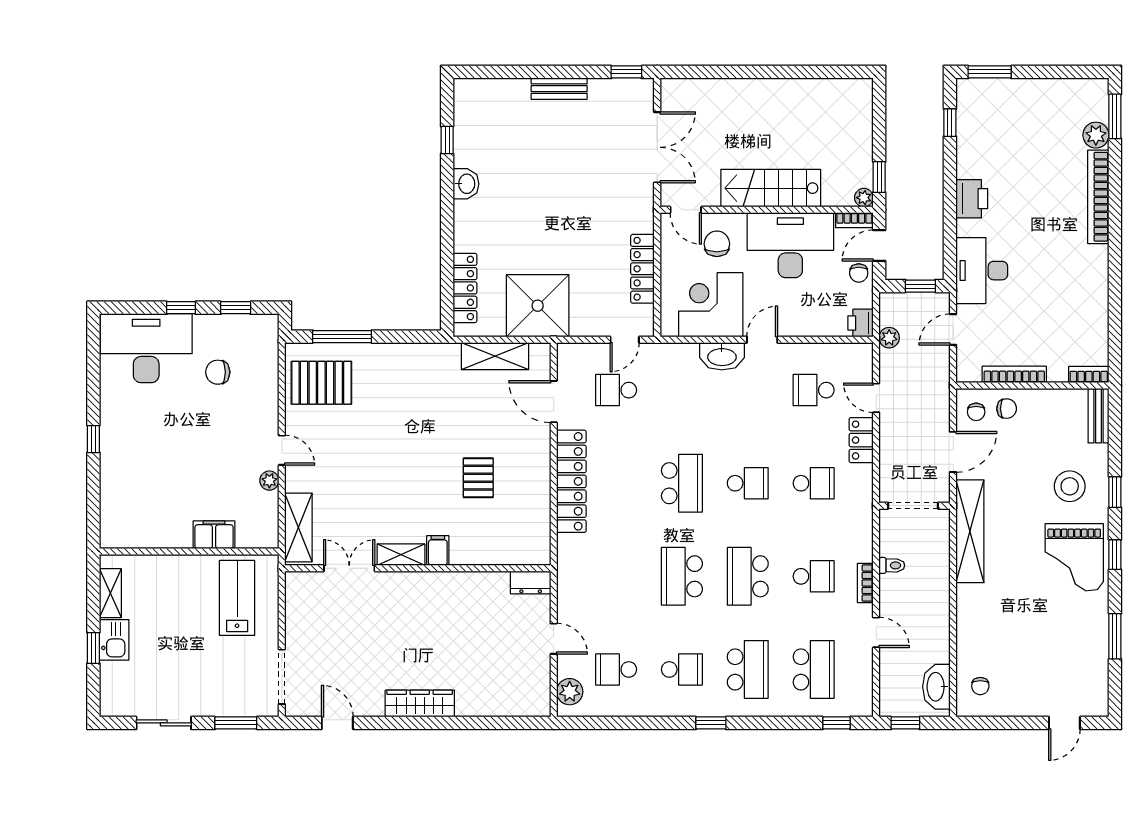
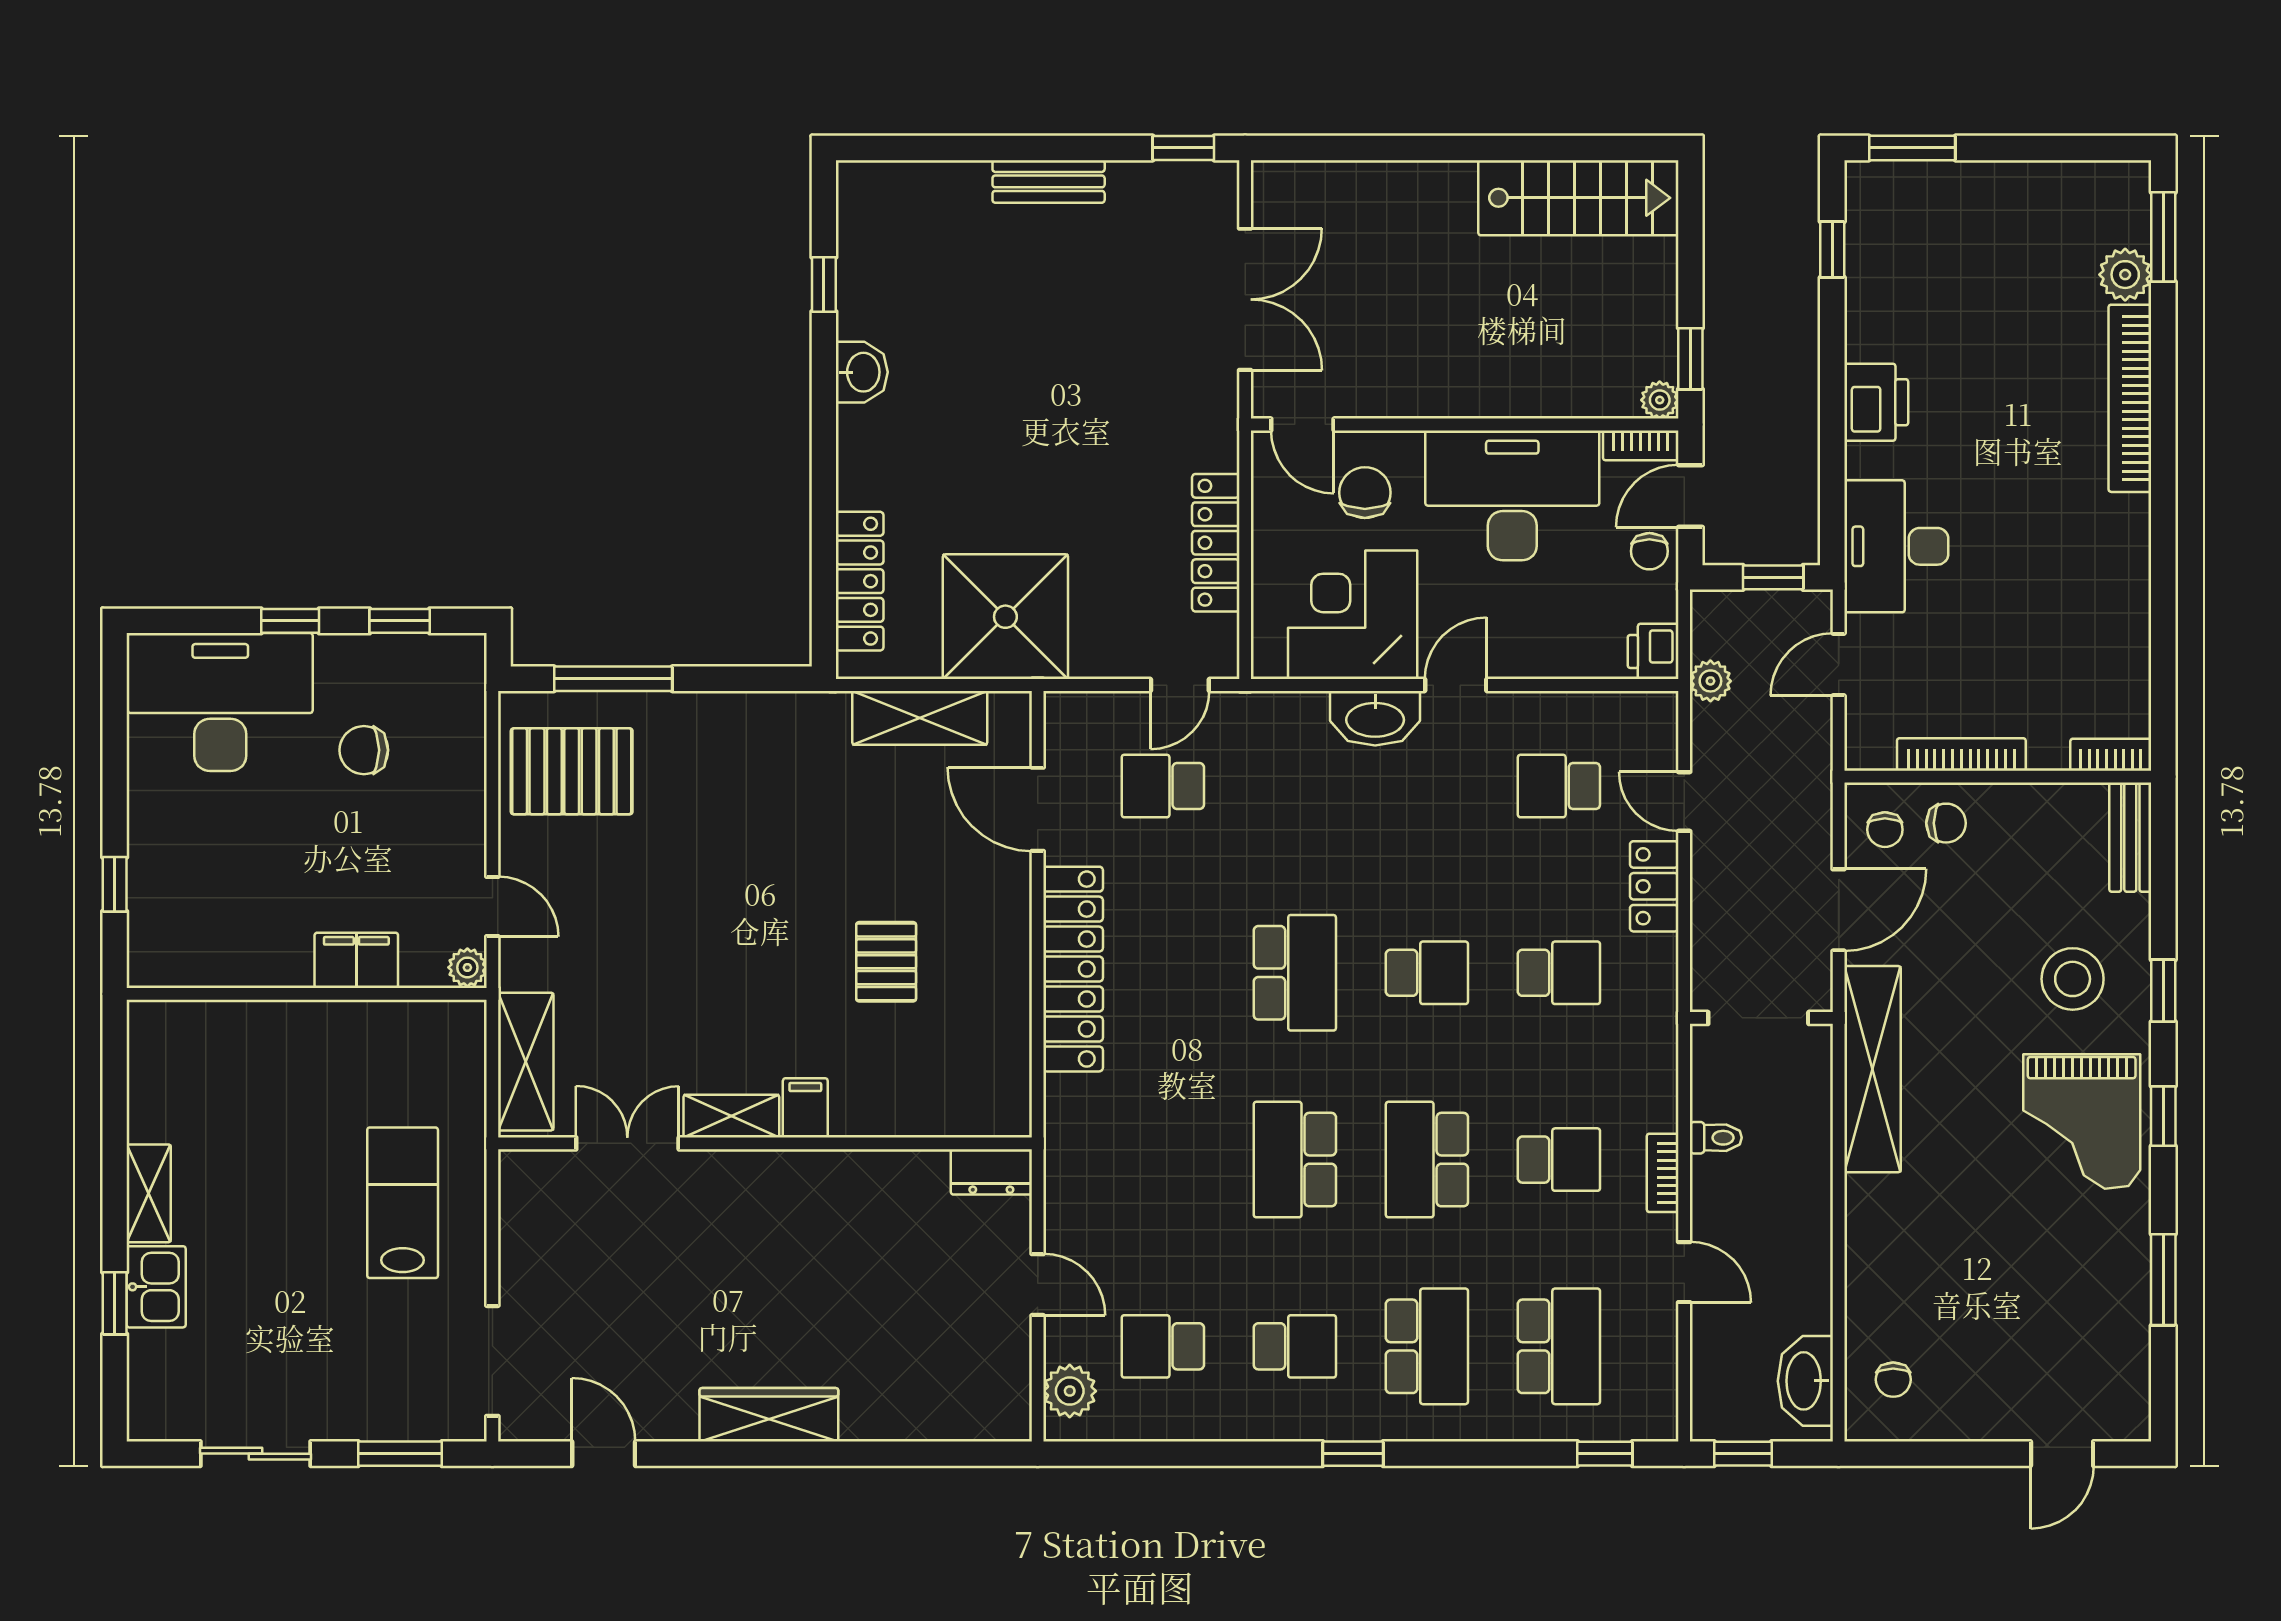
stairs: (771, 188) -> (1578, 198), moved, turned 180
filing cabinet: (214, 535) -> (356, 960), moved
wall: (189, 551) -> (307, 994), moved

